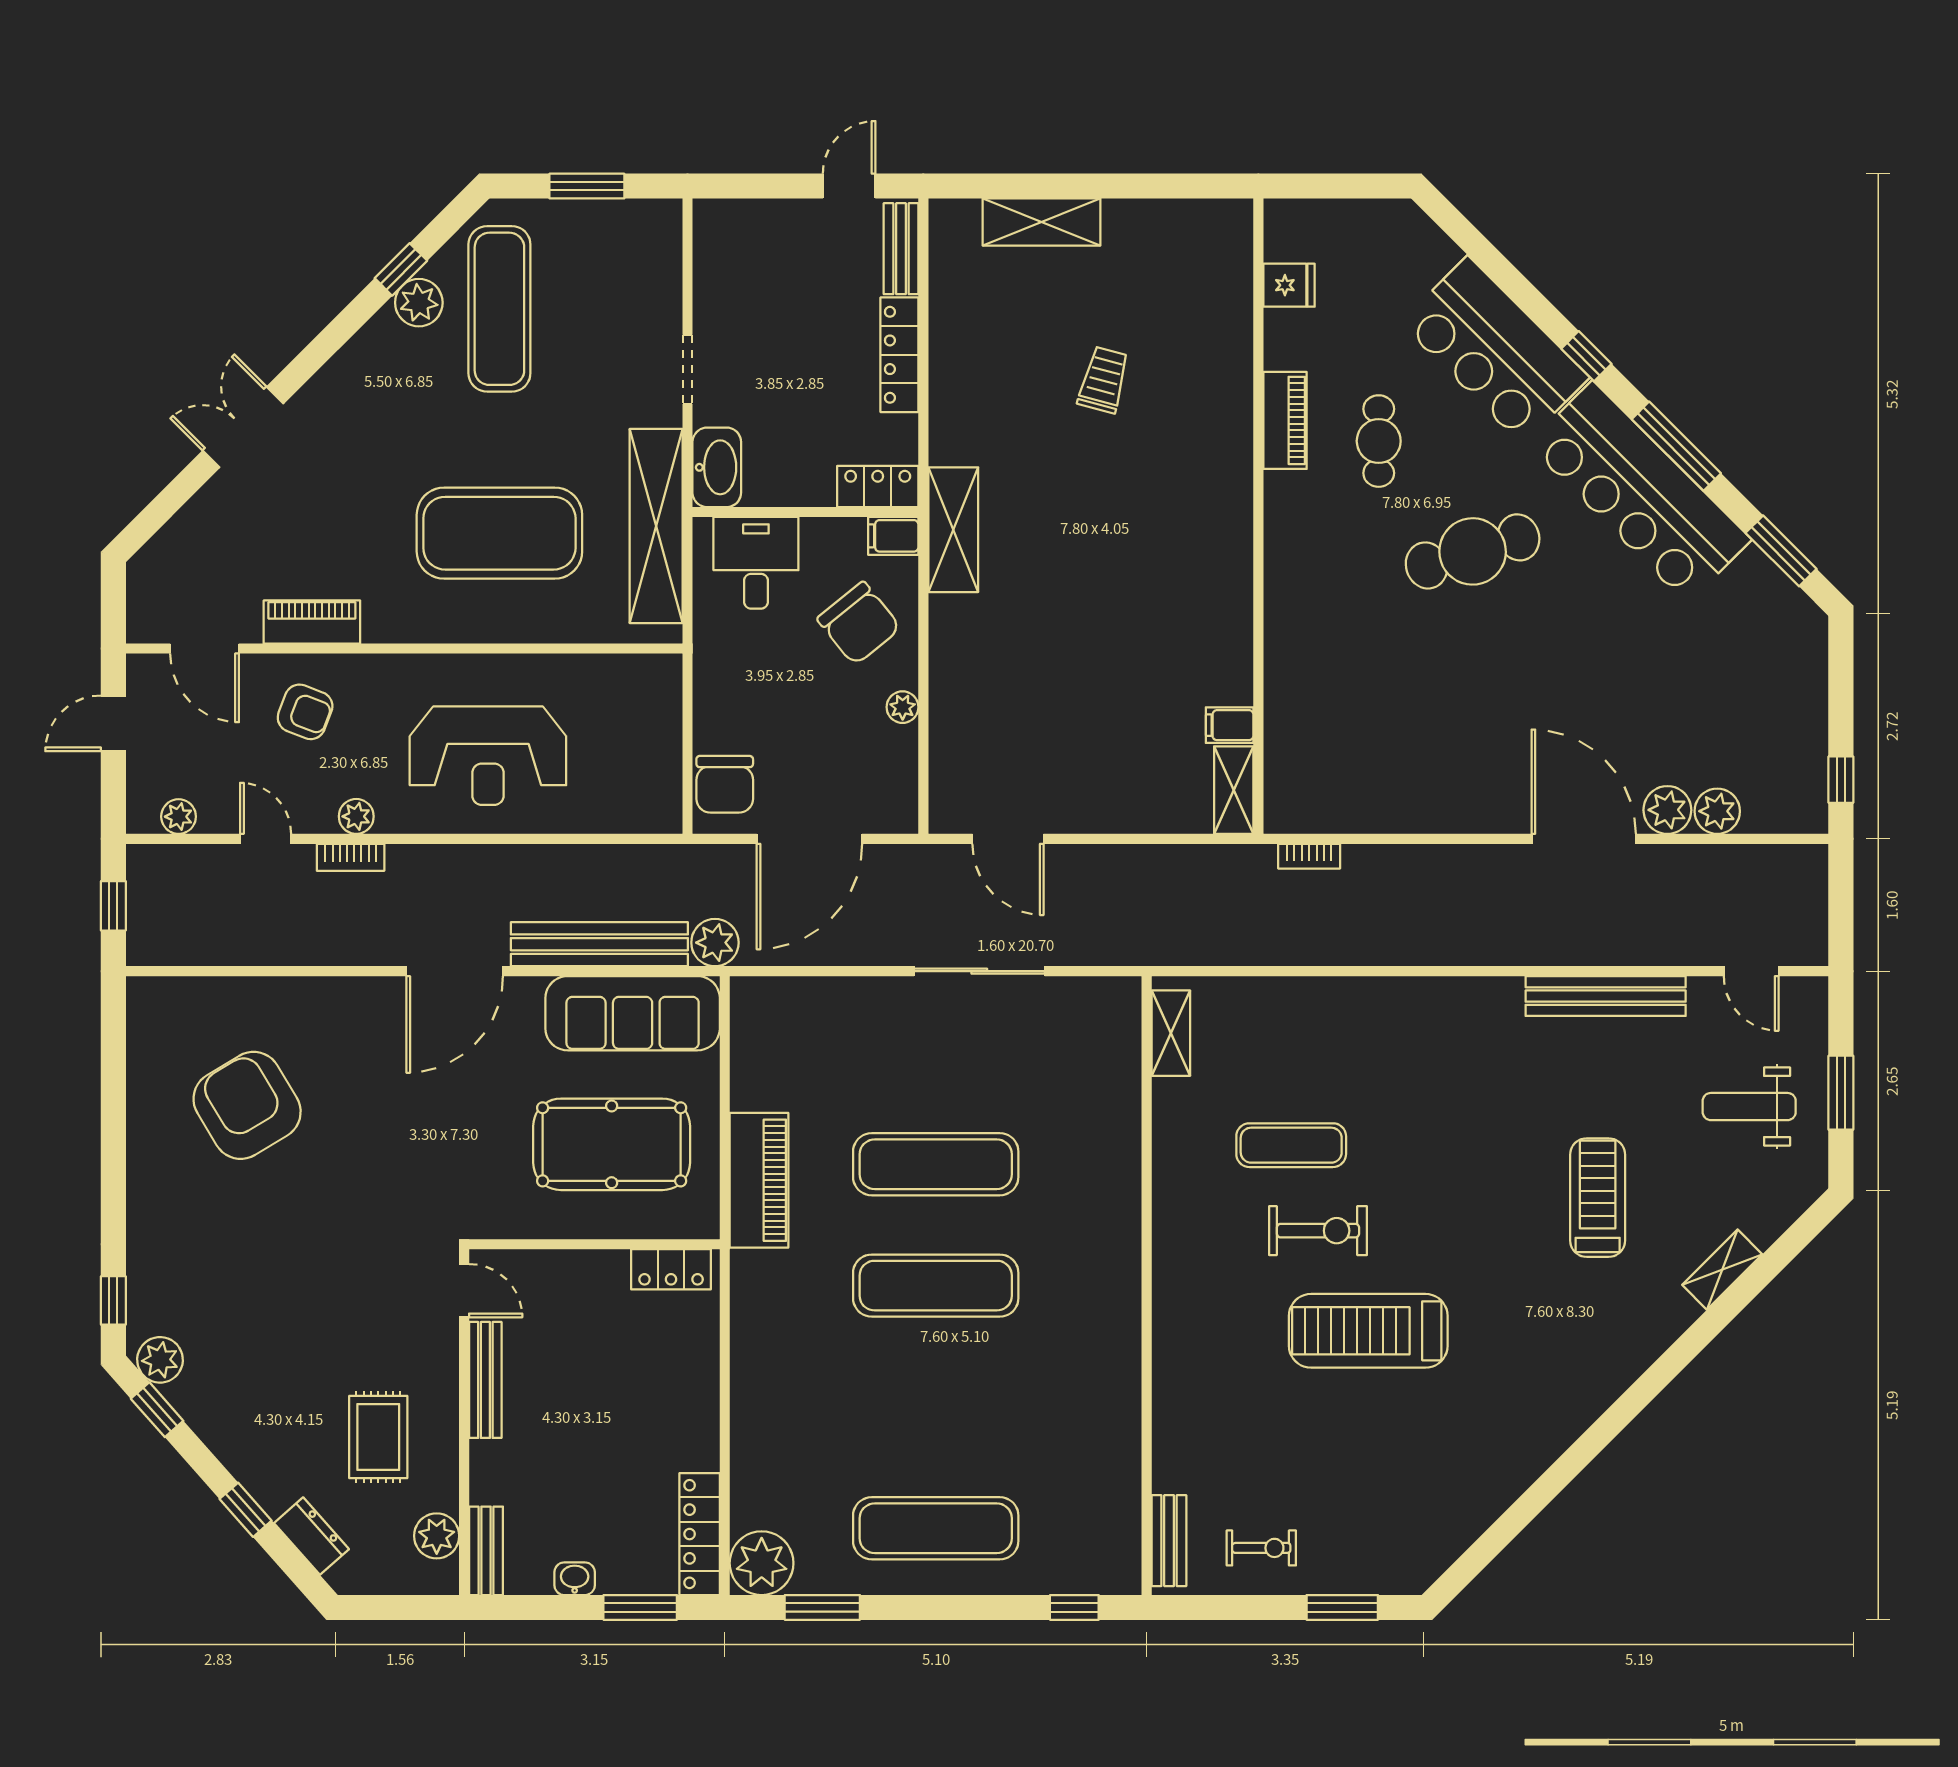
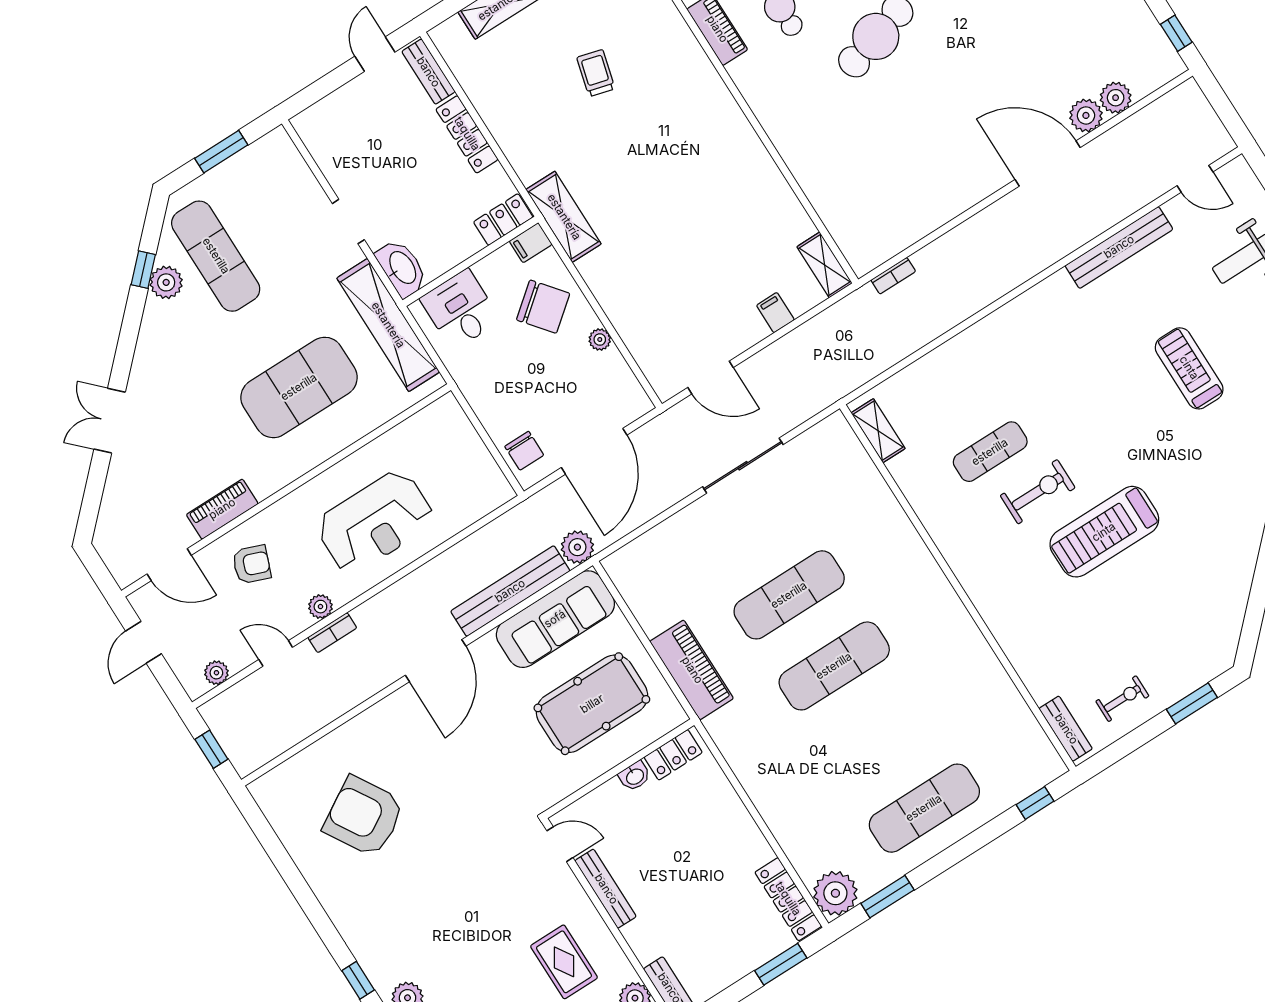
filing cabinet: (1230, 725) -> (775, 313), moved, turned 90
chair: (725, 784) -> (524, 451), width x0.73, depth x0.73
washbasin: (575, 1579) -> (635, 776), moved, turned 180

